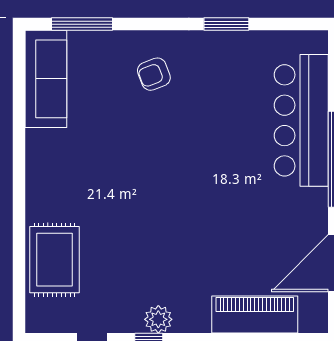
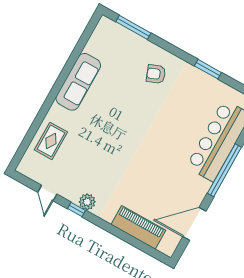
sofa: (46, 79) -> (78, 82), moved
rug: (55, 260) -> (51, 141), width x0.73, depth x0.70

